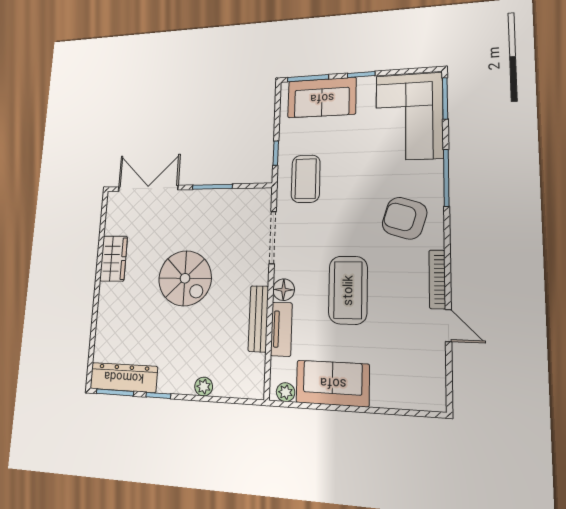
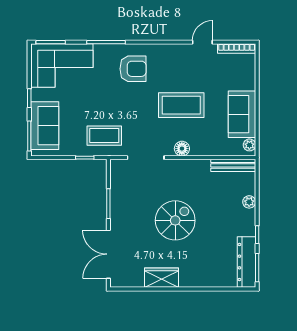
armchair: (404, 218) -> (133, 69), turned -107
bookcase: (437, 279) -> (237, 49), moved
bench: (258, 319) -> (233, 165), moved
tv unit: (281, 329) -> (209, 149), removed

